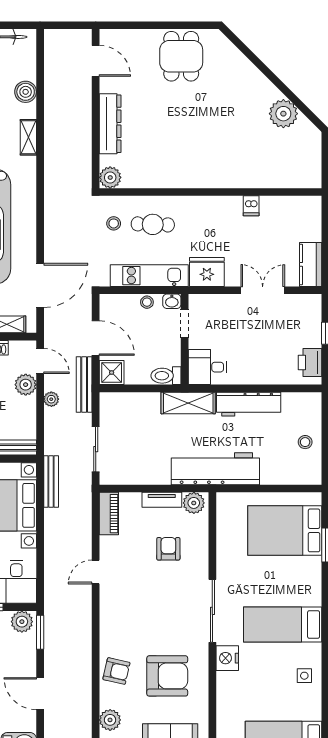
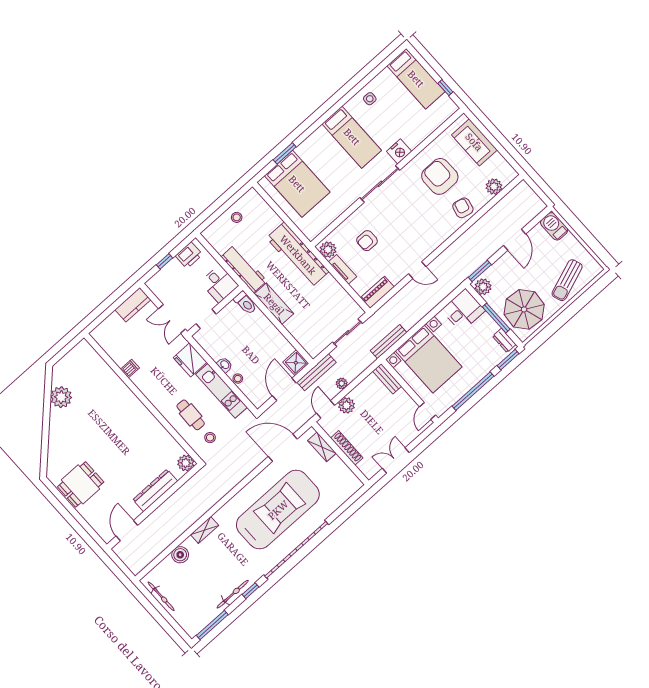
doorway: (185, 323) -> (206, 319), moved
wall: (185, 339) -> (215, 311), moved
desk: (207, 367) -> (219, 284), moved
toilet: (166, 376) -> (245, 303), moved

